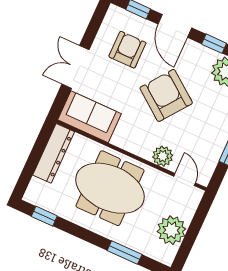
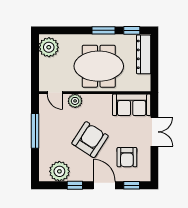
armchair: (166, 95) -> (90, 140), turned -94
dresser: (54, 153) -> (144, 54), moved
plant: (171, 230) -> (49, 47), moved
window: (125, 252) -> (103, 30), moved

